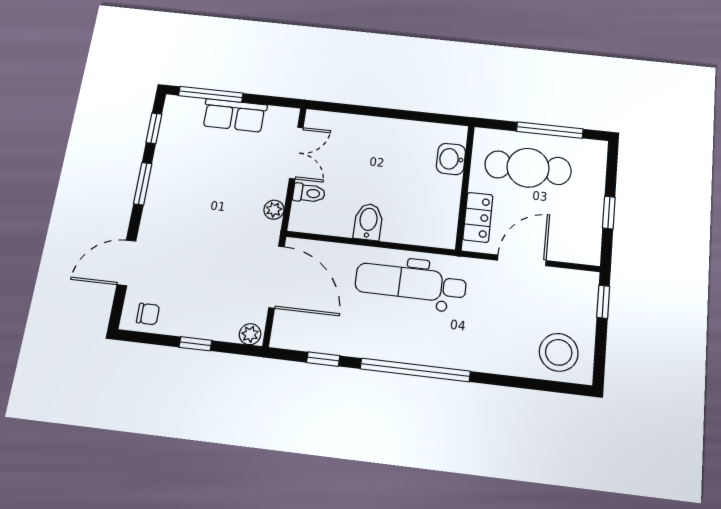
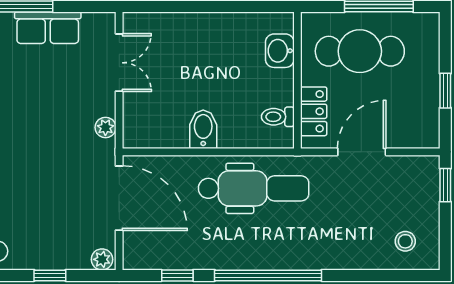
toilet: (309, 193) -> (278, 117), moved, turned 180
dental chair: (411, 283) -> (254, 188), turned 180
stool: (559, 352) -> (405, 241), width x0.53, depth x0.53

